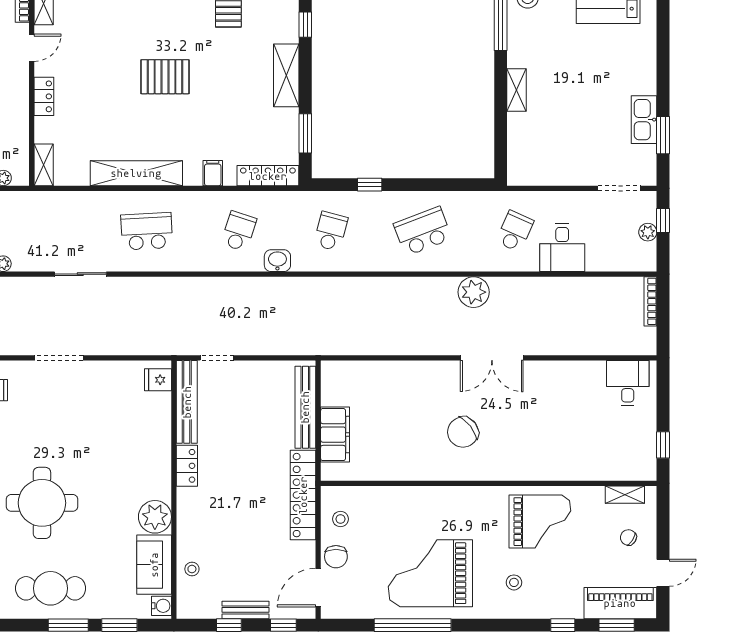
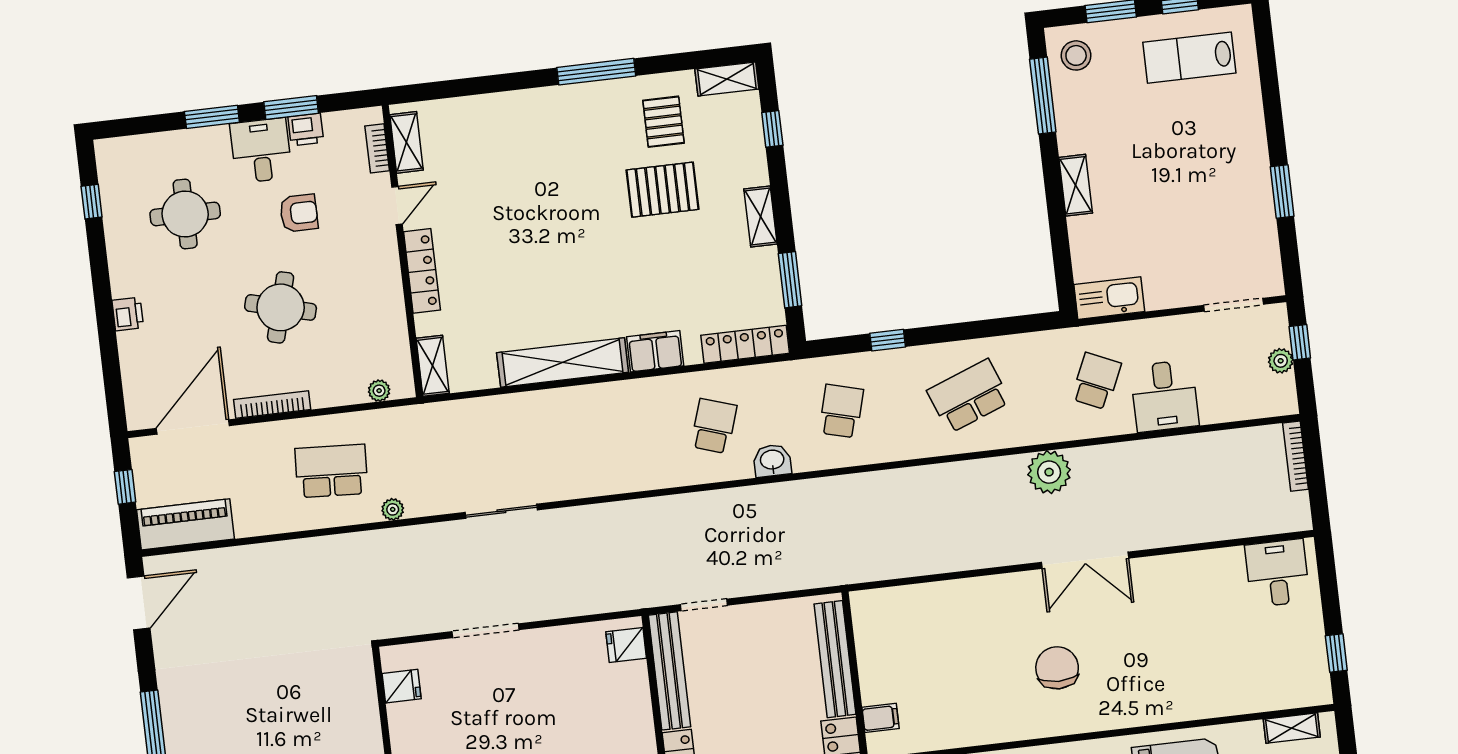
shelving: (286, 75) -> (760, 217), width x0.67, depth x0.75
pallet: (165, 77) -> (663, 190), moved
locker: (44, 96) -> (422, 271), width x1.53
kitchen sink: (644, 120) -> (1109, 298), moved, turned 90
window: (663, 135) -> (1282, 191), moved
filing cabinet: (213, 173) -> (655, 351), width x2.00
school desk: (147, 231) -> (586, 441), removed
chair: (463, 432) -> (1057, 668), turned 128
filing cabinet: (335, 435) -> (881, 718), width x0.33, depth x0.86

